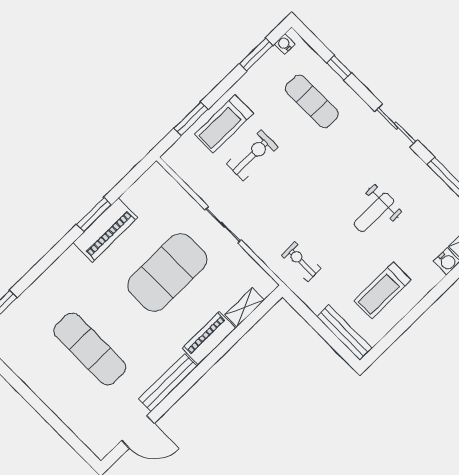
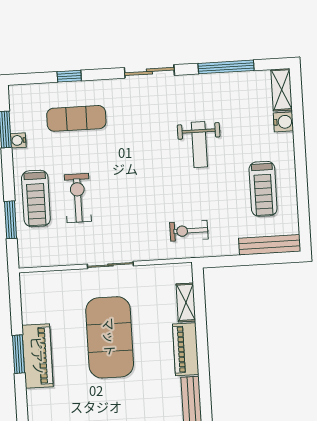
water cooler: (285, 44) -> (18, 140), moved

